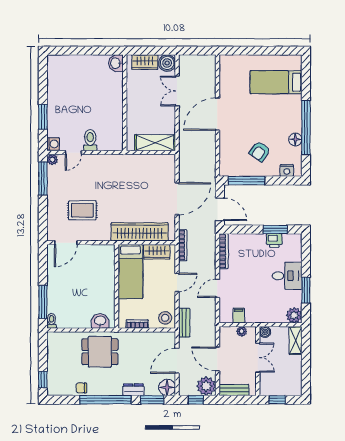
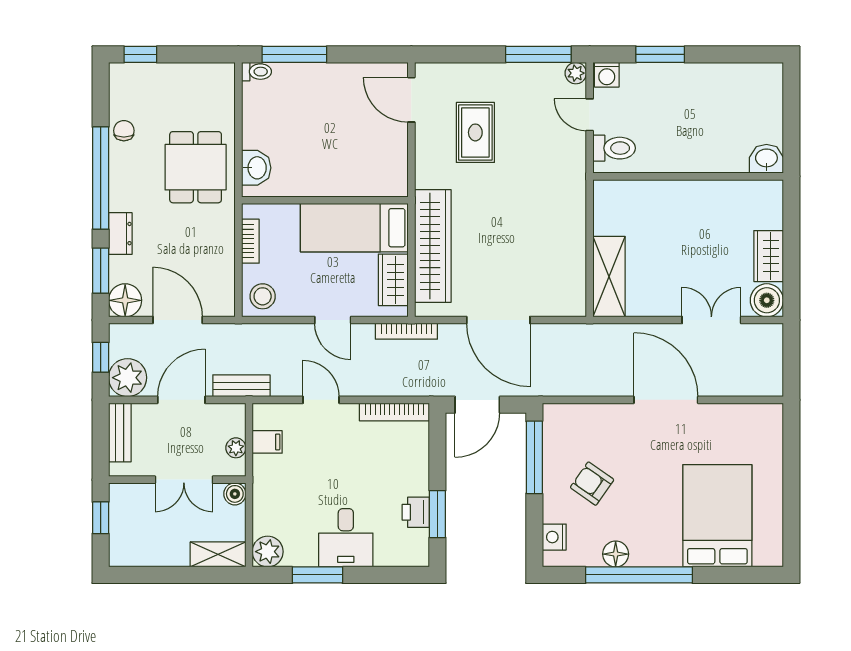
washbasin: (116, 63) -> (766, 159), moved
bed: (276, 82) -> (717, 516), width x1.50
wall: (125, 103) -> (688, 176), moved
bench: (184, 323) -> (241, 386), moved

